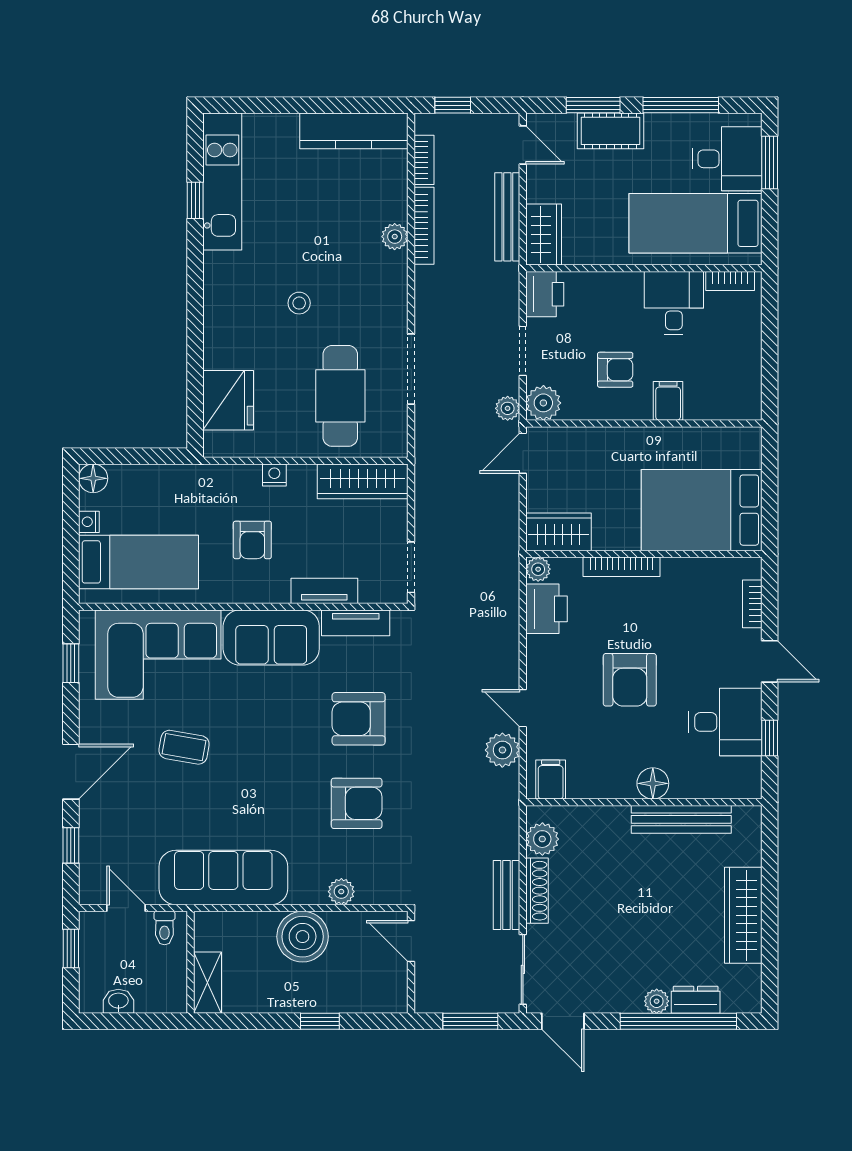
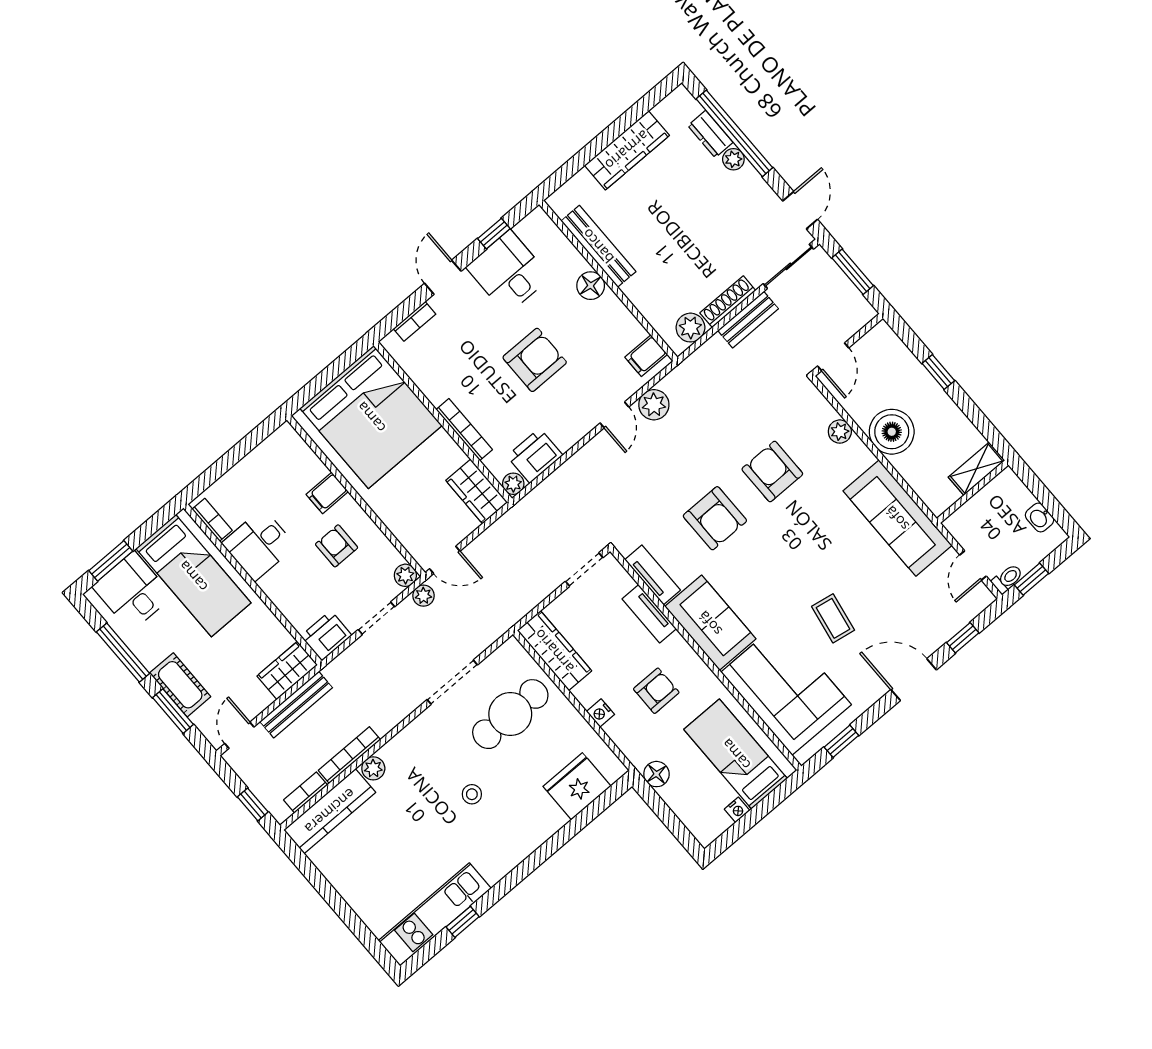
kitchen counter: (354, 131) -> (330, 811), moved, turned 90
plant: (543, 403) -> (405, 575), width x0.73, depth x0.73
floor lamp: (93, 478) -> (656, 774), moved
bed: (702, 510) -> (371, 417), width x1.36
toilet: (164, 928) -> (1007, 579), moved

